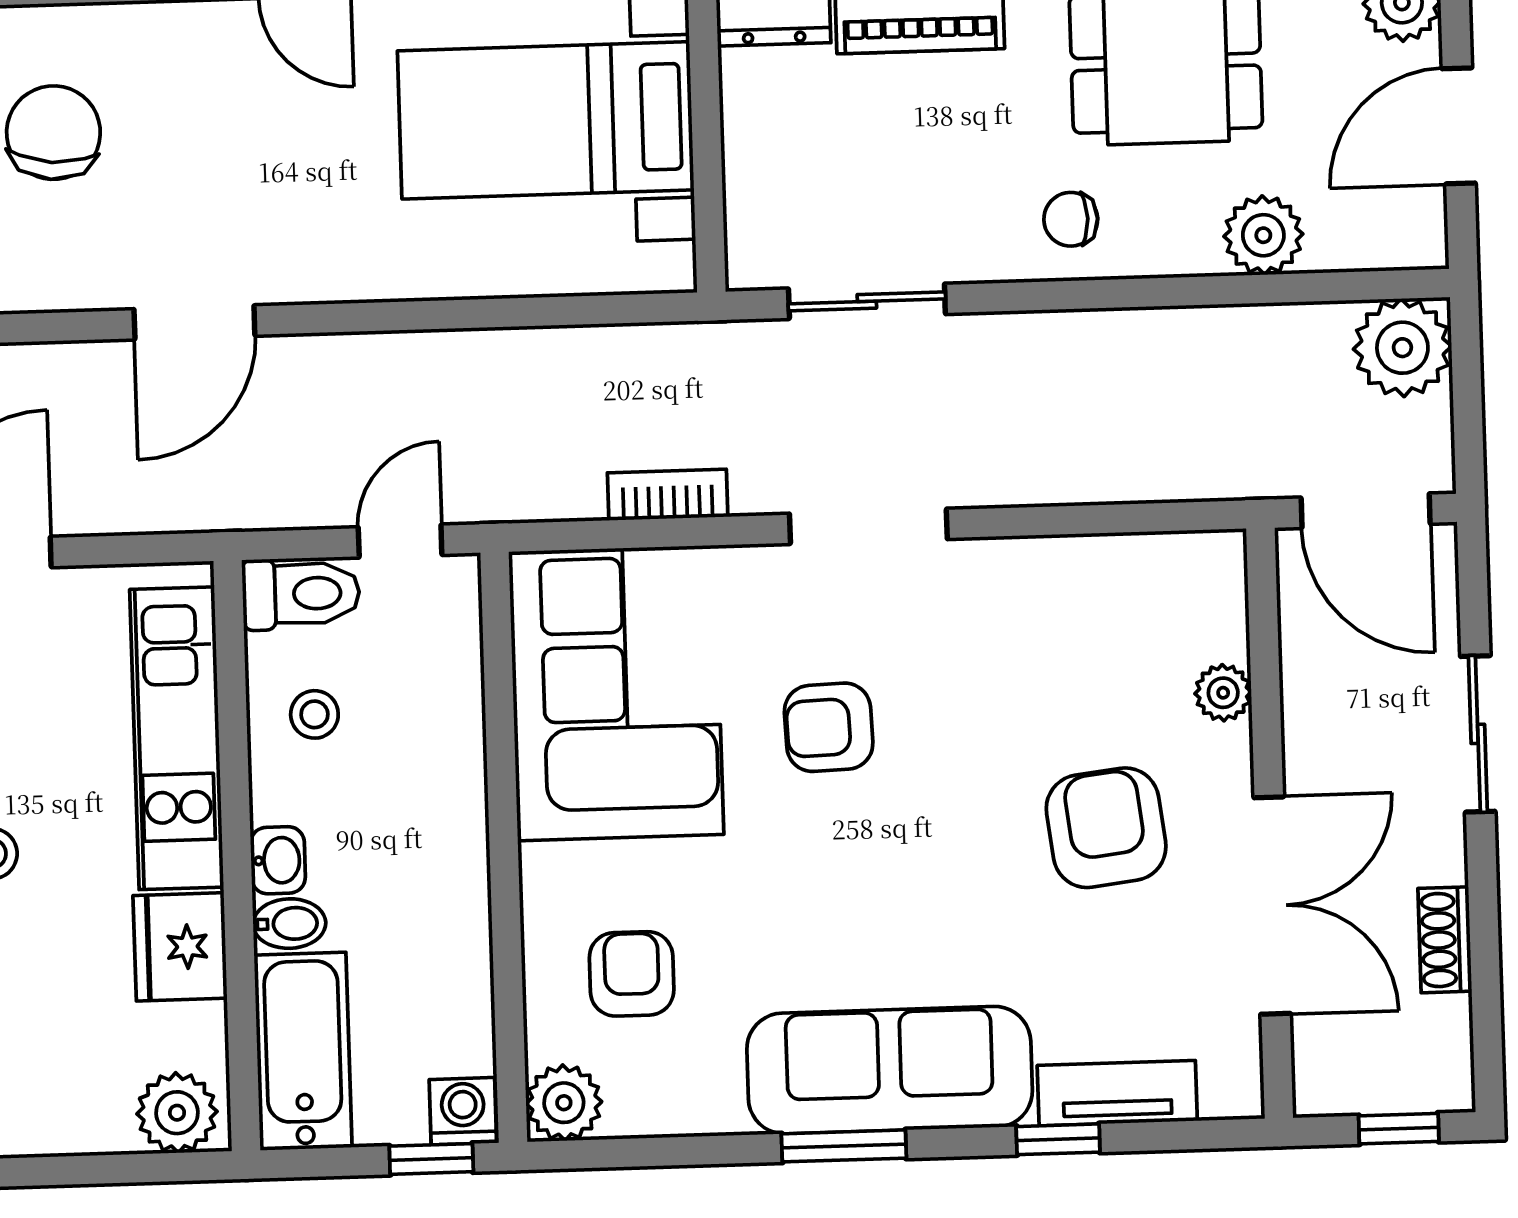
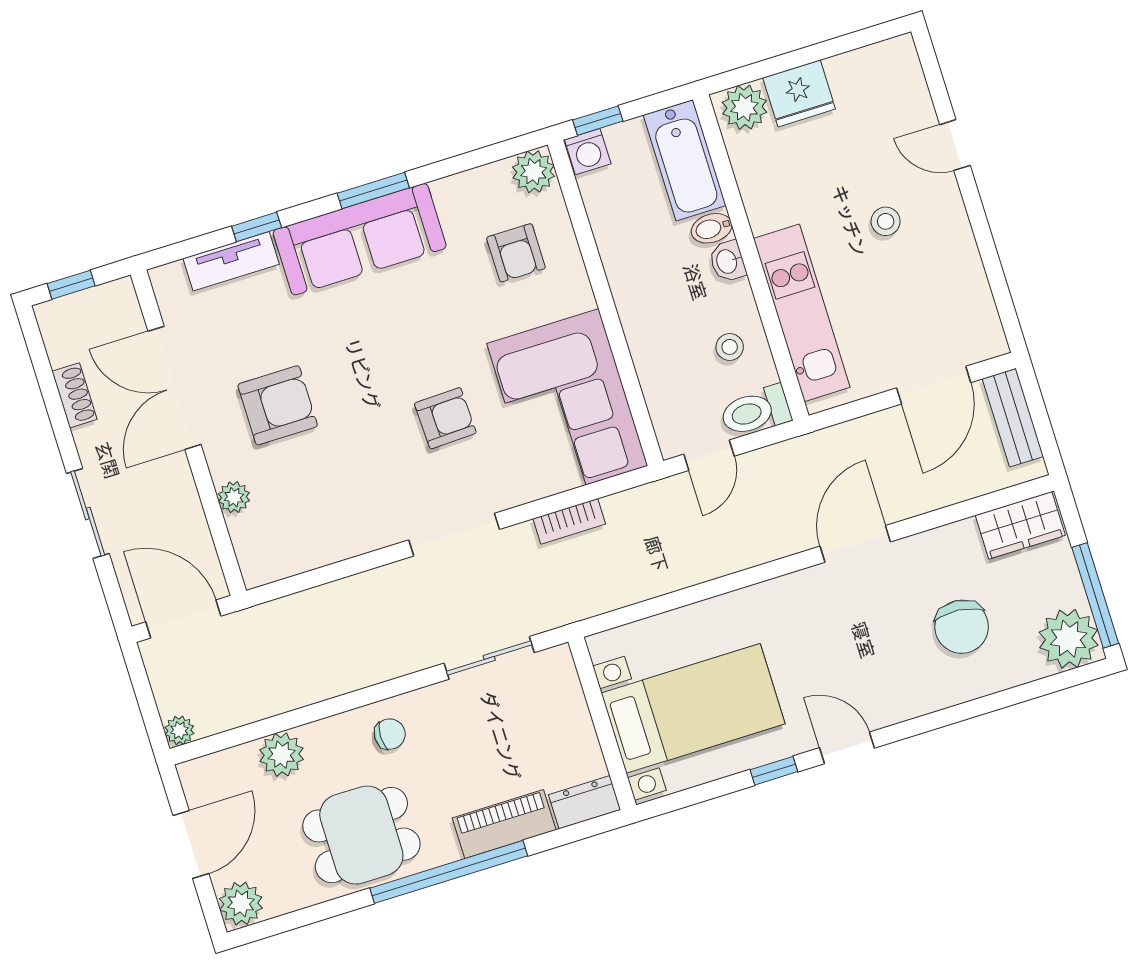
plant: (1402, 348) -> (179, 730), width x0.53, depth x0.53
armchair: (1106, 828) -> (278, 405), turned -83
fridge: (180, 947) -> (799, 93), moved, turned 90

